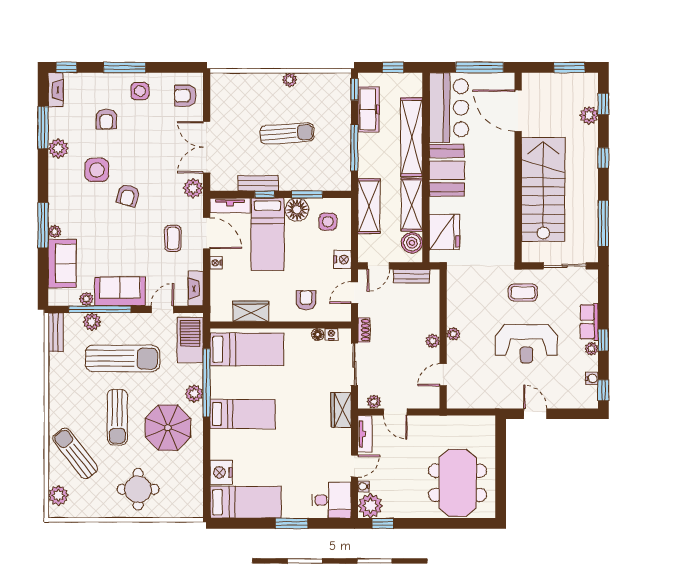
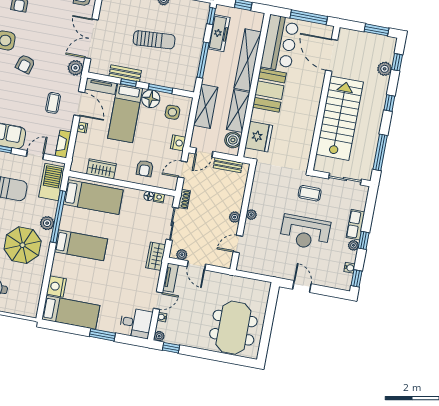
armchair: (306, 300) -> (145, 168), turned 180
plant: (370, 506) -> (159, 336), width x0.53, depth x0.53

